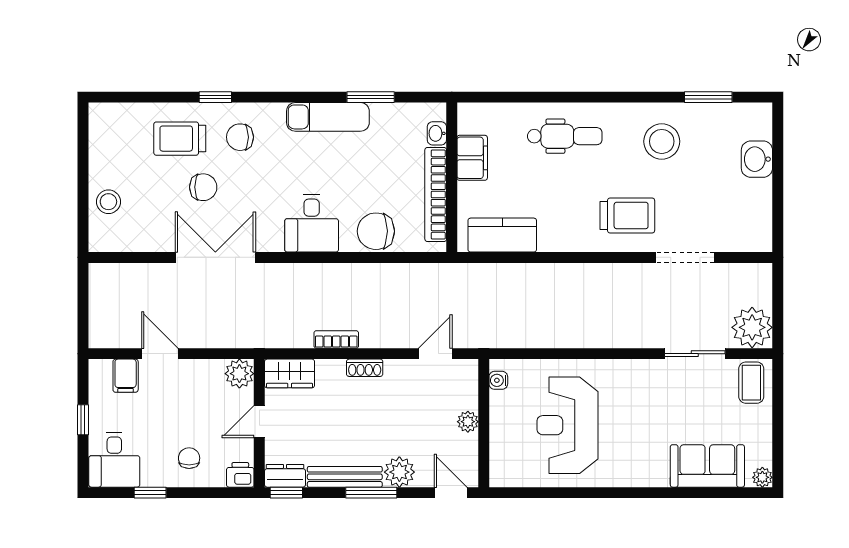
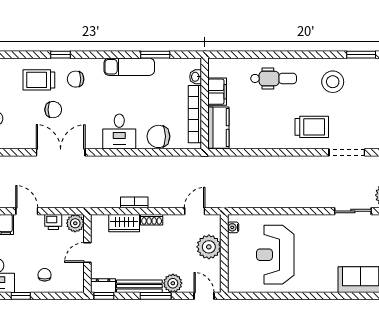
kitchen counter: (502, 235) -> (218, 128), moved, turned 90
wardrobe: (290, 373) -> (124, 223), moved
plant: (468, 422) -> (209, 247), width x1.88, depth x1.88
printer: (240, 475) -> (53, 222), moved, turned 180

